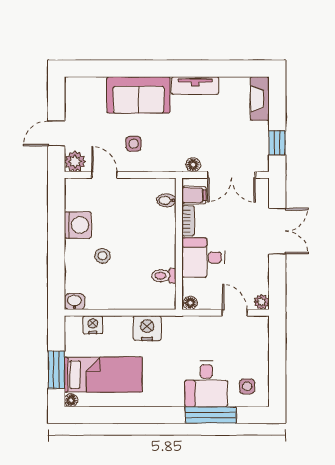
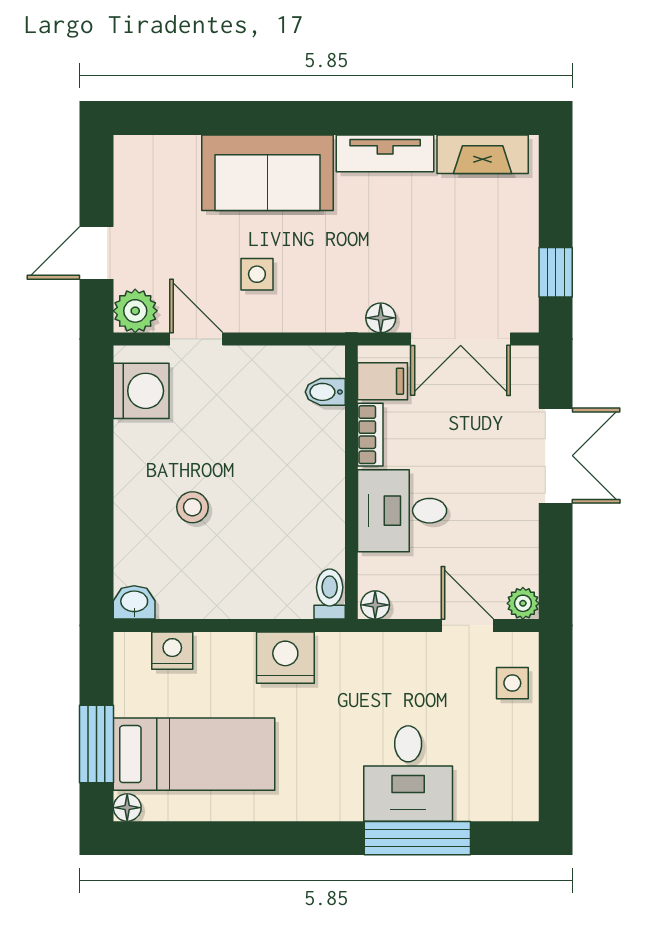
fireplace: (260, 99) -> (483, 154), moved, turned -90
washing machine: (78, 225) -> (141, 391), moved
toilet: (164, 276) -> (330, 594), moved, turned 90
side table: (247, 386) -> (512, 683), moved

